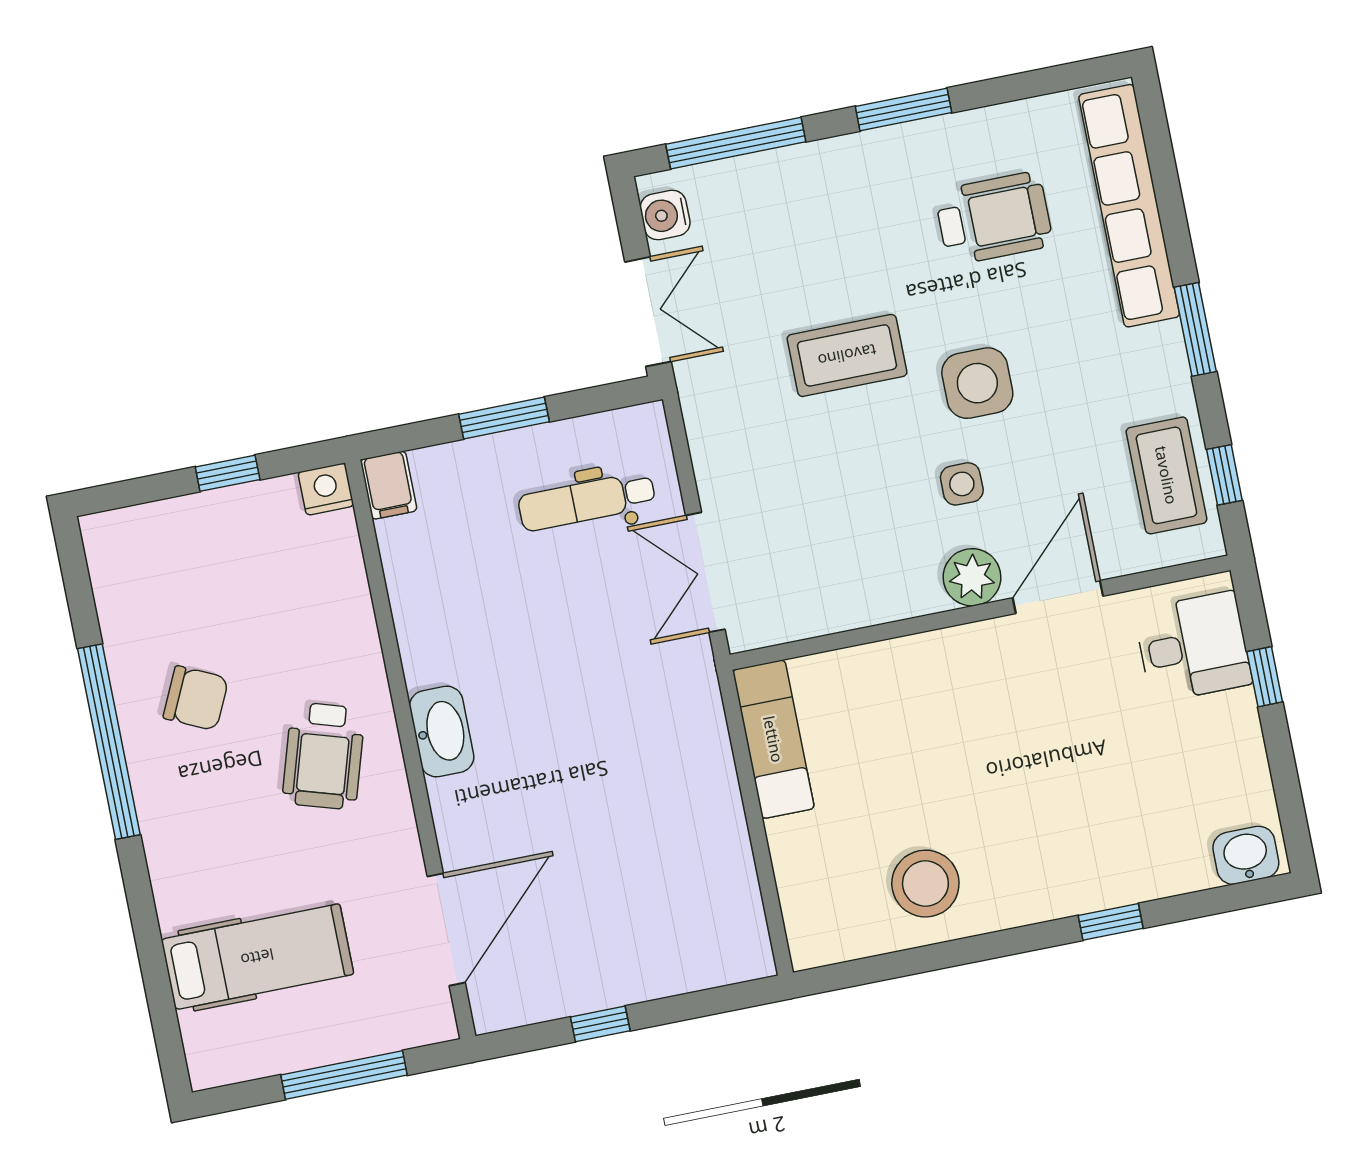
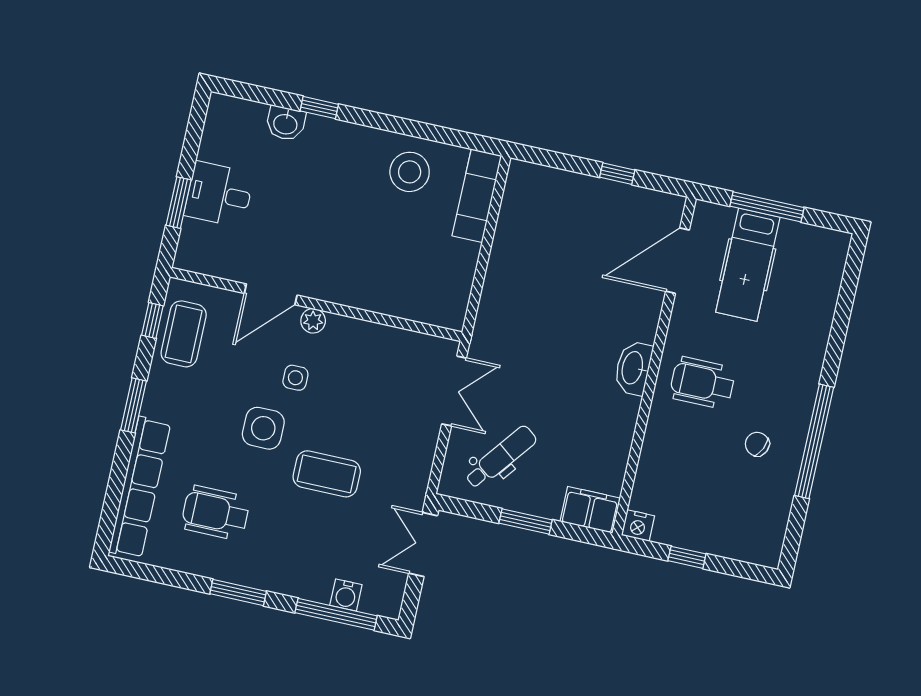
water cooler: (665, 215) -> (346, 595), moved, turned 90
filing cabinet: (389, 485) -> (590, 510), width x2.00
dental chair: (587, 501) -> (501, 457), turned -52
plant: (972, 577) -> (313, 321), width x0.73, depth x0.73
desk: (1193, 647) -> (219, 194), moved
window: (1265, 677) -> (179, 203), width x1.50
chair: (196, 698) -> (757, 444), width x0.73, depth x0.73
exam couch: (773, 739) -> (477, 196), moved
wheelchair: (324, 756) -> (702, 383), turned -107
washbasin: (1246, 855) -> (286, 123), moved
hospital bed: (257, 957) -> (748, 265), moved, turned -90

